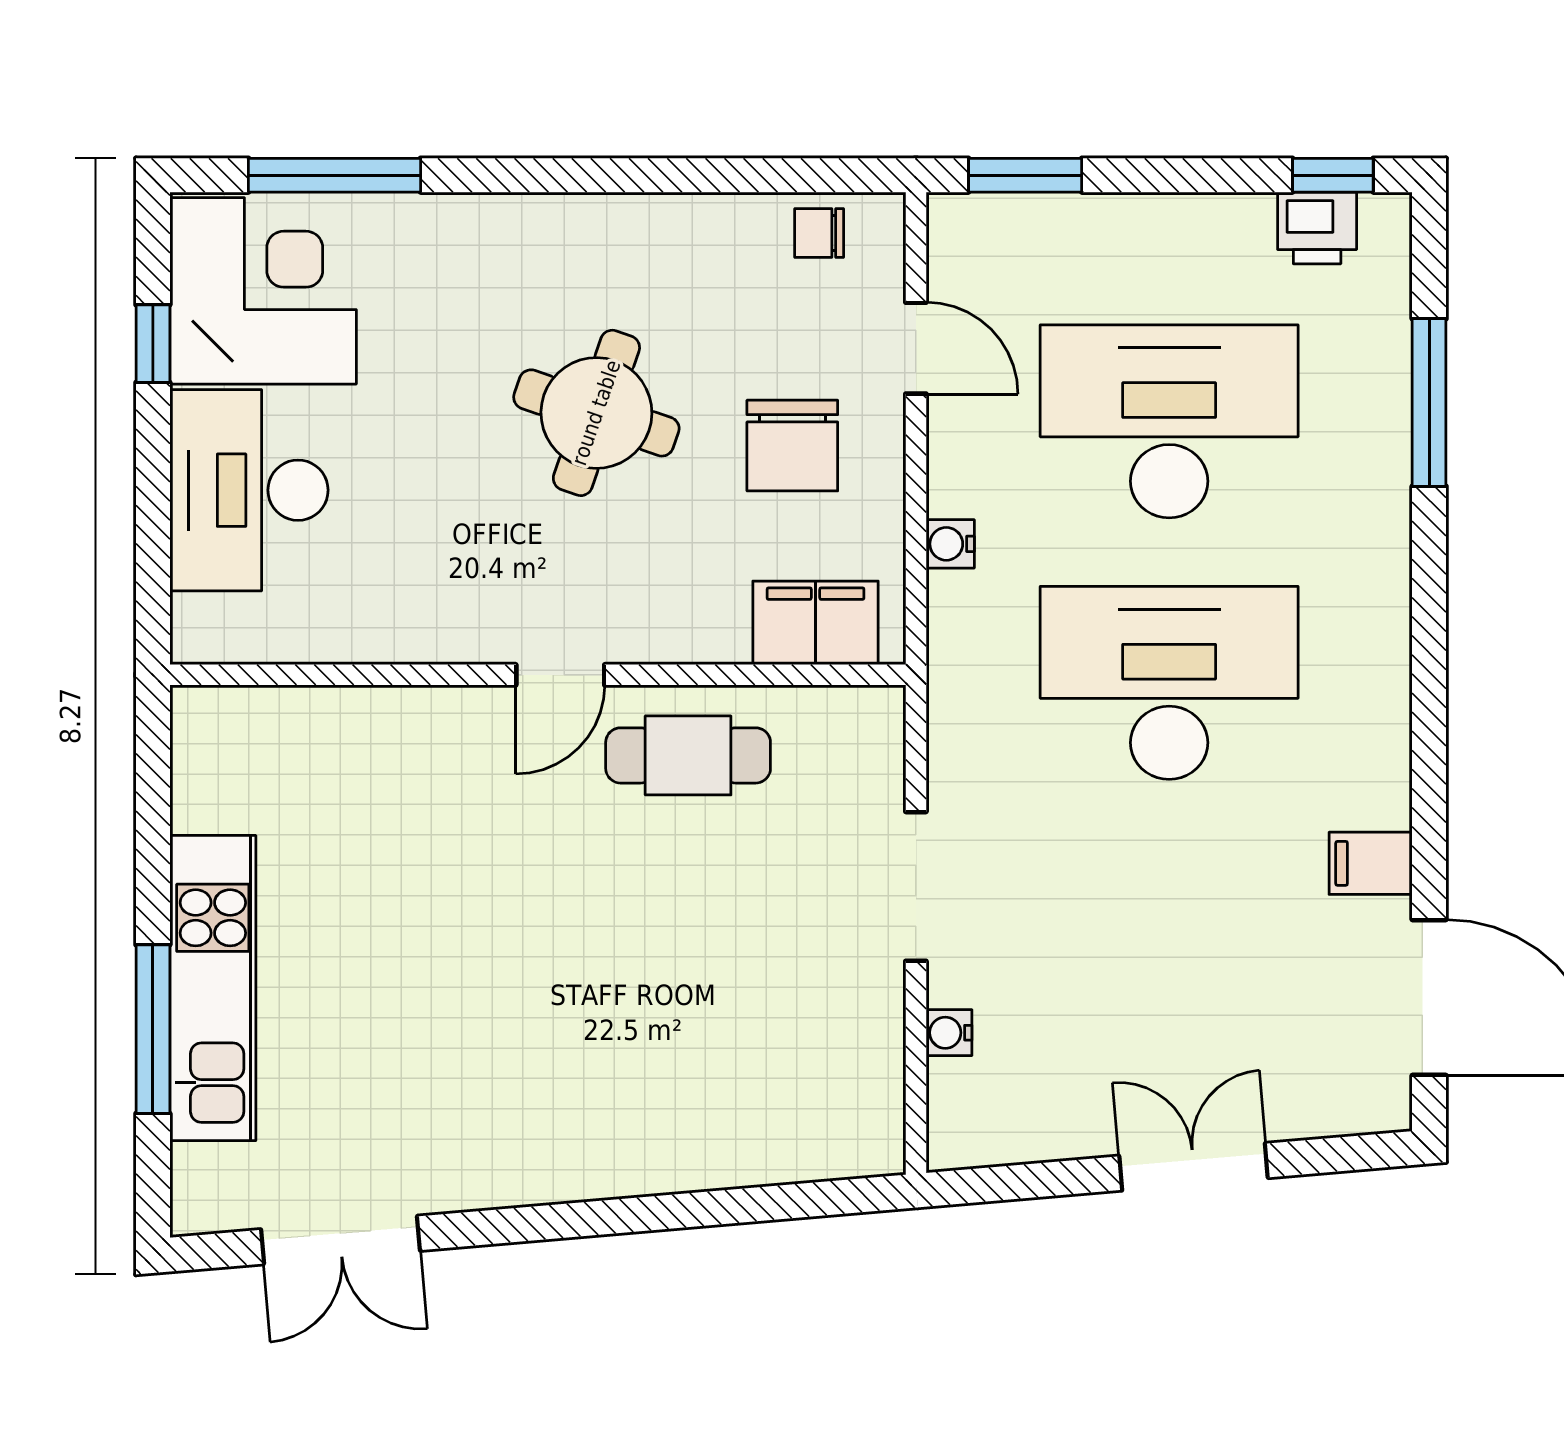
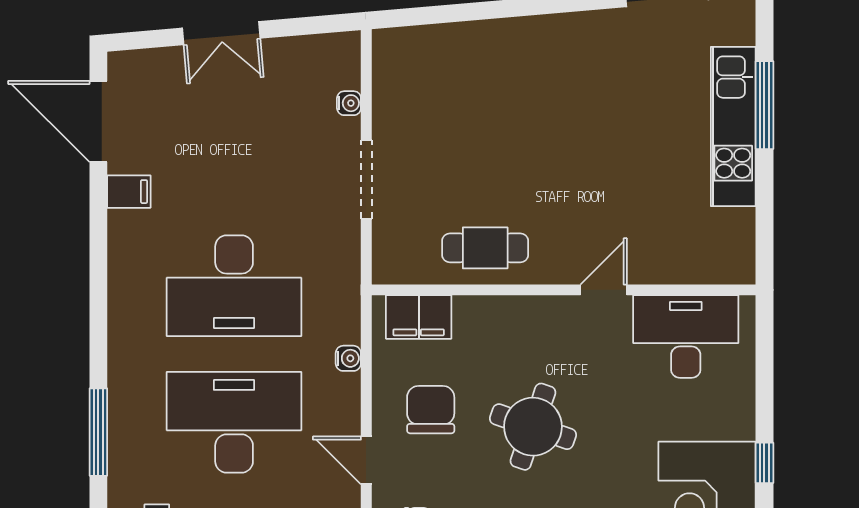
desk: (1169, 421) -> (234, 422), turned 180
desk: (249, 490) -> (686, 337), moved, turned -90
door: (560, 675) -> (604, 290), moved

